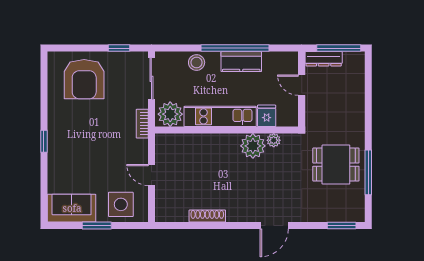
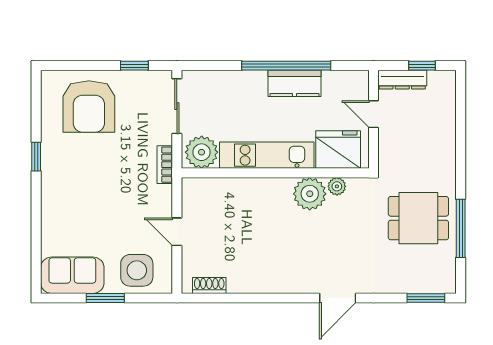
window: (339, 48) -> (422, 66), width x0.46
stool: (197, 62) -> (236, 85), removed
fridge: (267, 116) -> (338, 150), width x1.88, depth x1.34
window: (44, 141) -> (36, 157), moved
shoe rack: (207, 216) -> (209, 285), moved, width x0.70

